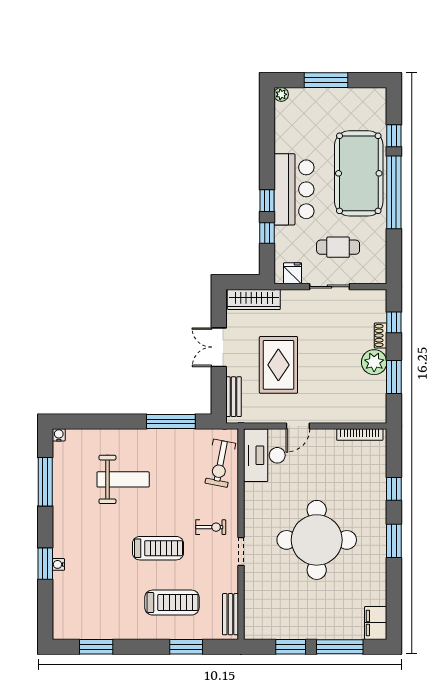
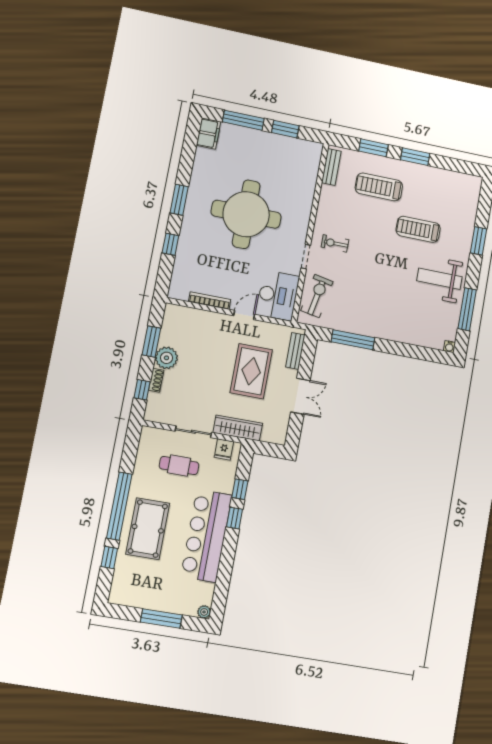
pool table: (359, 173) -> (148, 529), width x0.73, depth x0.76
bar counter: (294, 189) -> (206, 536), width x1.36
wardrobe: (254, 299) -> (238, 428), moved
bookcase: (360, 435) -> (210, 301), moved
weight bench: (123, 479) -> (439, 279), moved
treadmill: (158, 548) -> (418, 229), moved
doorway: (241, 551) -> (306, 257), moved
water cooler: (58, 564) -> (468, 238), removed
window: (96, 647) -> (415, 157), moved

